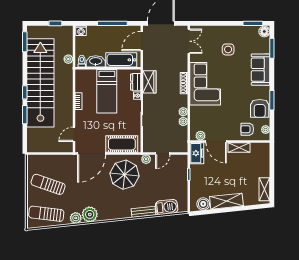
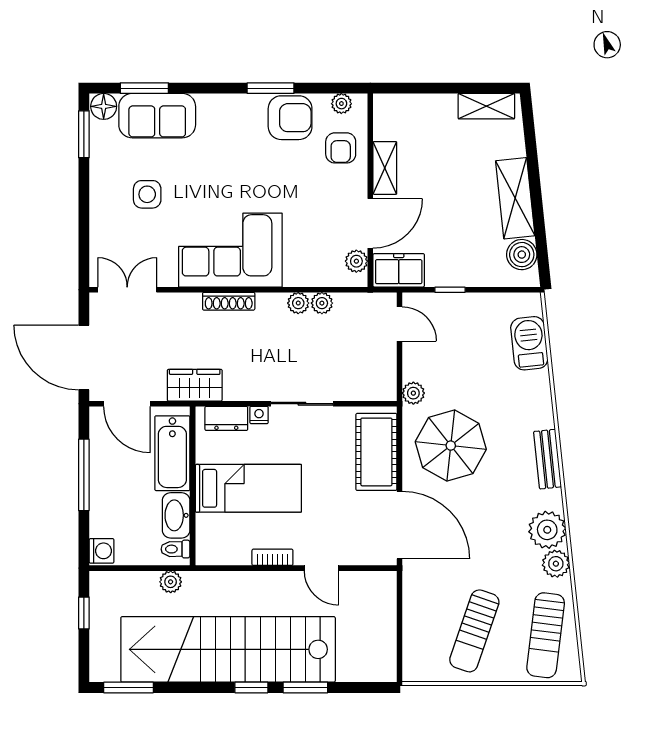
sofa: (261, 70) -> (157, 116), moved
wardrobe: (149, 82) -> (195, 385), moved
door: (74, 134) -> (321, 568), moved
door: (163, 153) -> (399, 324), moved
bench: (143, 212) -> (547, 459), moved

